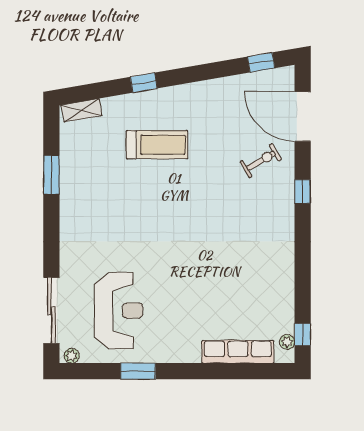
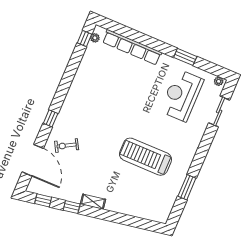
window: (144, 83) -> (72, 207), moved
shelving: (81, 110) -> (93, 202), moved
treadmill: (157, 145) -> (145, 157), moved, width x1.37, depth x1.38
sliding door: (51, 310) -> (219, 111), width x0.73
row of seats: (238, 352) -> (132, 47), width x1.36

